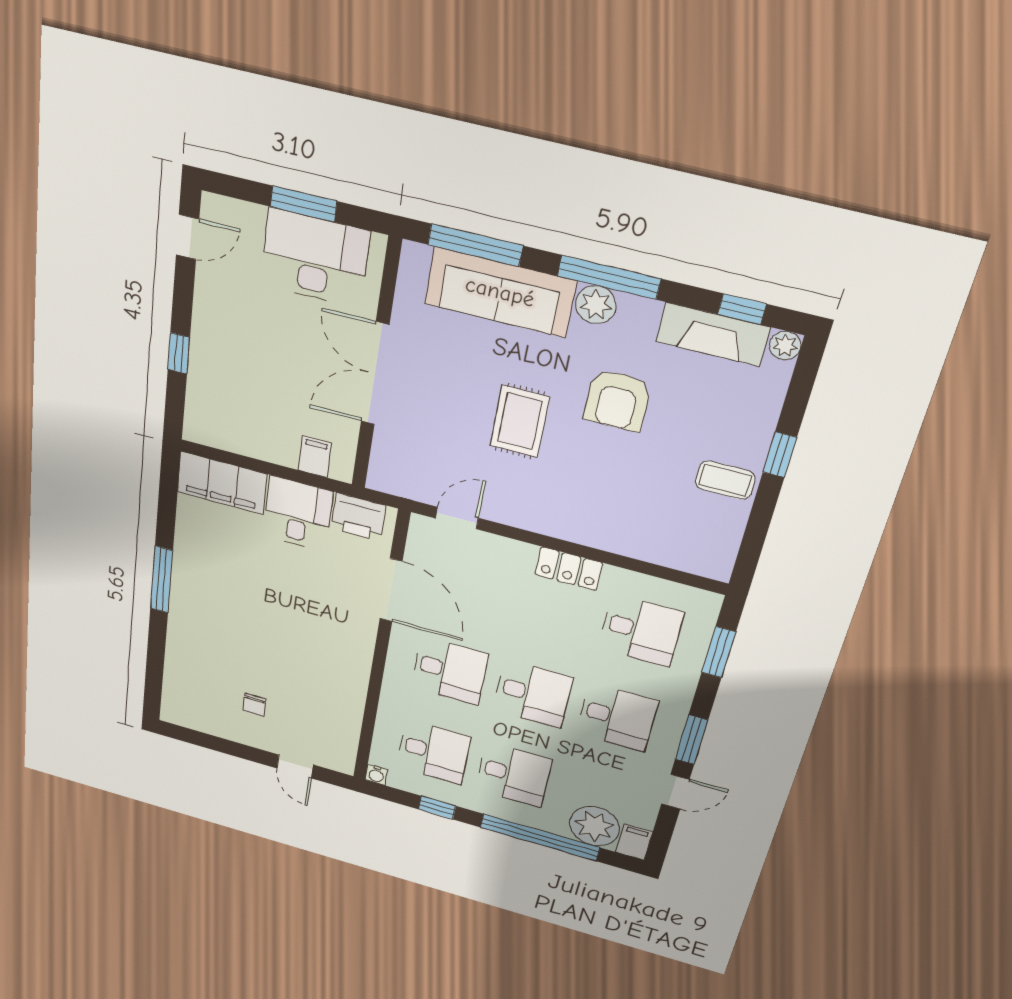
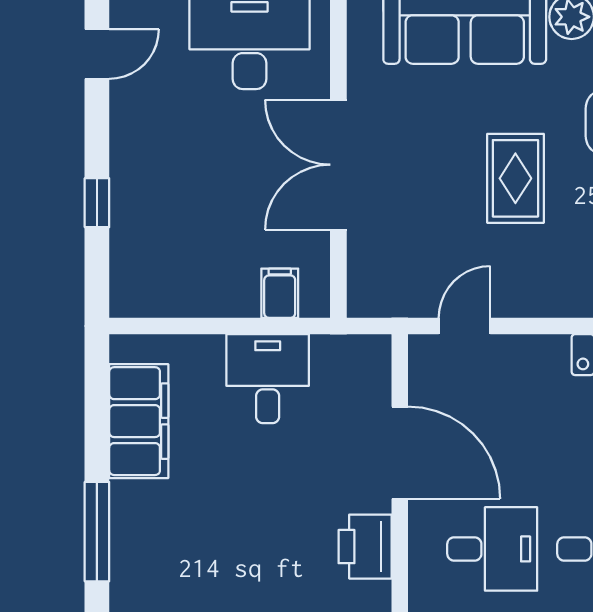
filing cabinet: (222, 483) -> (139, 421), moved, turned -90
printer: (358, 517) -> (365, 547), moved, turned 90

